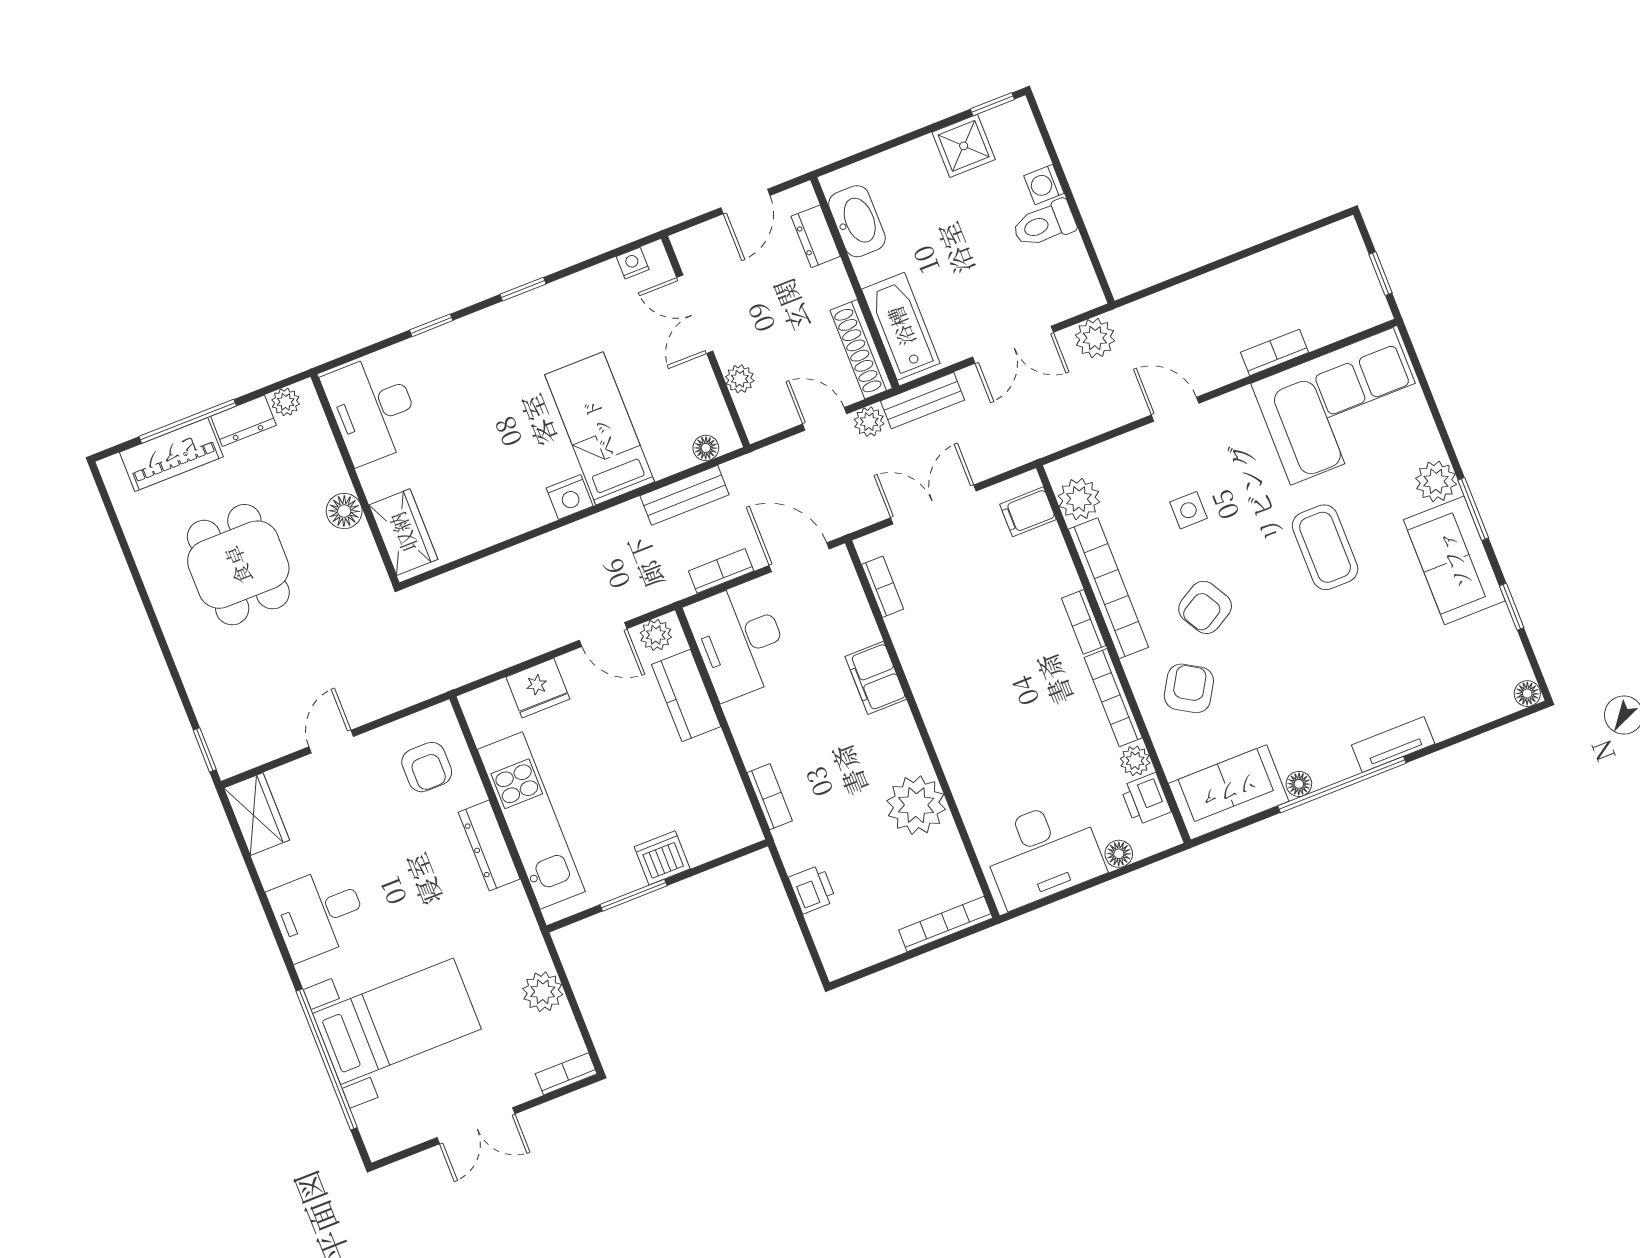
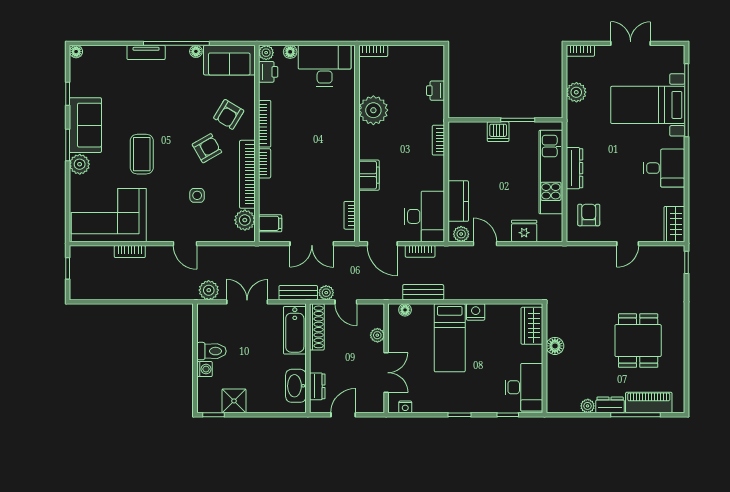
desk: (373, 409) -> (524, 387), moved
wall: (355, 480) -> (544, 358), moved
floor lamp: (344, 511) -> (555, 346), moved
wardrobe: (403, 532) -> (532, 326), moved
plant: (1135, 761) -> (266, 53), moved
bookcase: (946, 924) -> (373, 51), width x0.64

